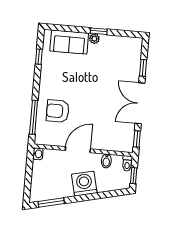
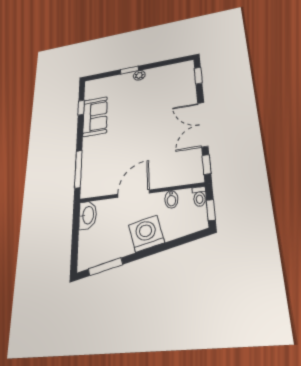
window: (99, 31) -> (129, 70), moved
sofa: (69, 42) -> (95, 117), moved, turned -90
window: (143, 68) -> (198, 76), moved
armchair: (58, 111) -> (105, 156), removed
washbasin: (38, 154) -> (88, 215), width x1.91, depth x1.45

